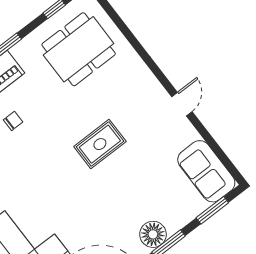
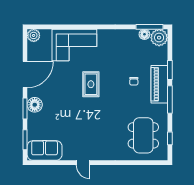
rug: (100, 144) -> (91, 84), moved

